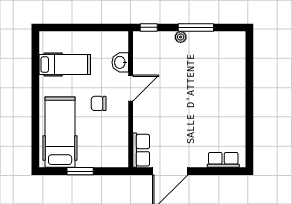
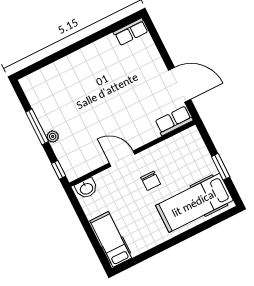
washbasin: (120, 62) -> (86, 188), moved
hospital bed: (65, 65) -> (111, 239), moved
row of seats: (223, 160) -> (131, 32), moved, turned -90

